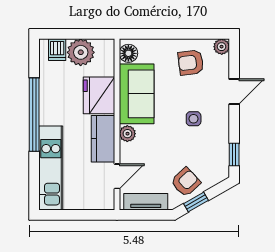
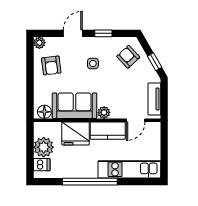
door: (234, 92) -> (73, 33), hinge flipped
window: (234, 155) -> (103, 33), moved
door: (117, 176) -> (136, 120), swing flipped
armchair: (186, 182) -> (128, 57), moved

